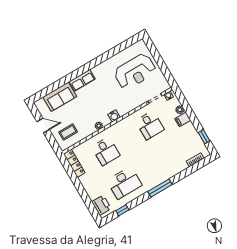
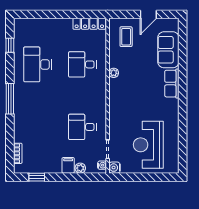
water cooler: (114, 116) -> (115, 168), moved
printer: (101, 205) -> (28, 26), removed

